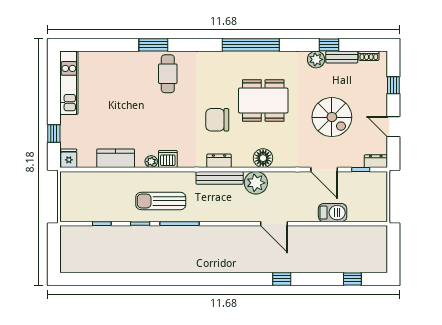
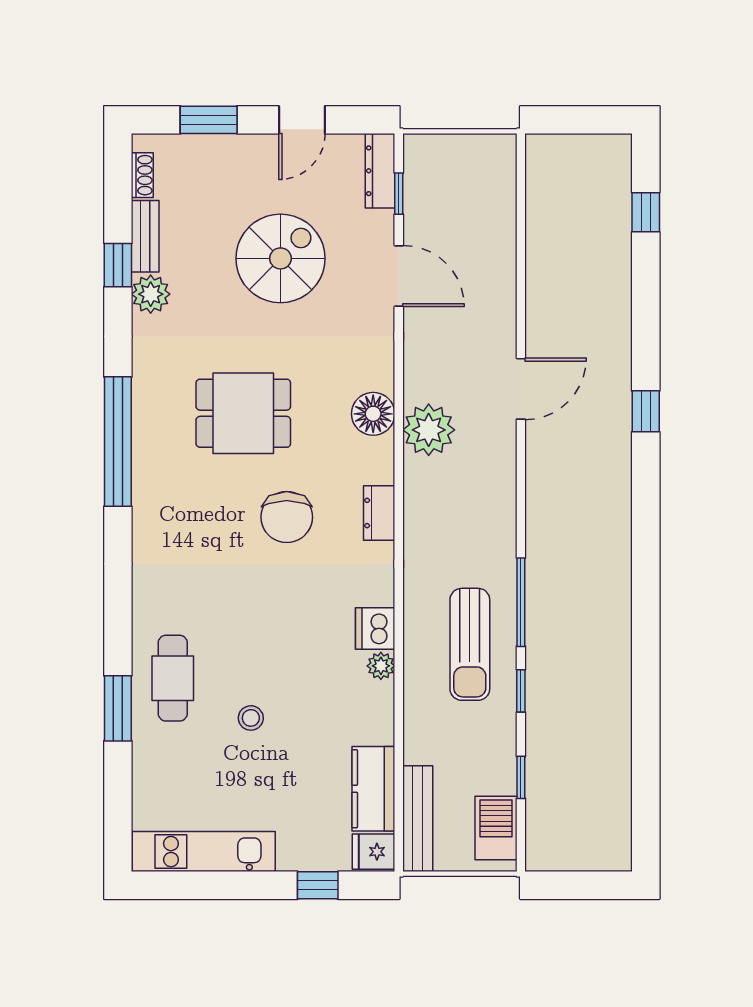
window: (153, 45) -> (118, 708), moved
cafe table: (168, 74) -> (173, 678), moved, turned 90
window: (393, 85) -> (209, 120), width x1.50
dining table: (263, 101) -> (243, 413), width x0.73
stool: (128, 104) -> (251, 718), added
kitchen counter: (116, 158) -> (373, 789), moved
dresser: (376, 161) -> (380, 171), width x1.44
door: (324, 169) -> (399, 276), hinge flipped
bench: (220, 178) -> (418, 819), moved
barbecue: (333, 213) -> (496, 828), moved
window: (282, 279) -> (646, 411), moved

